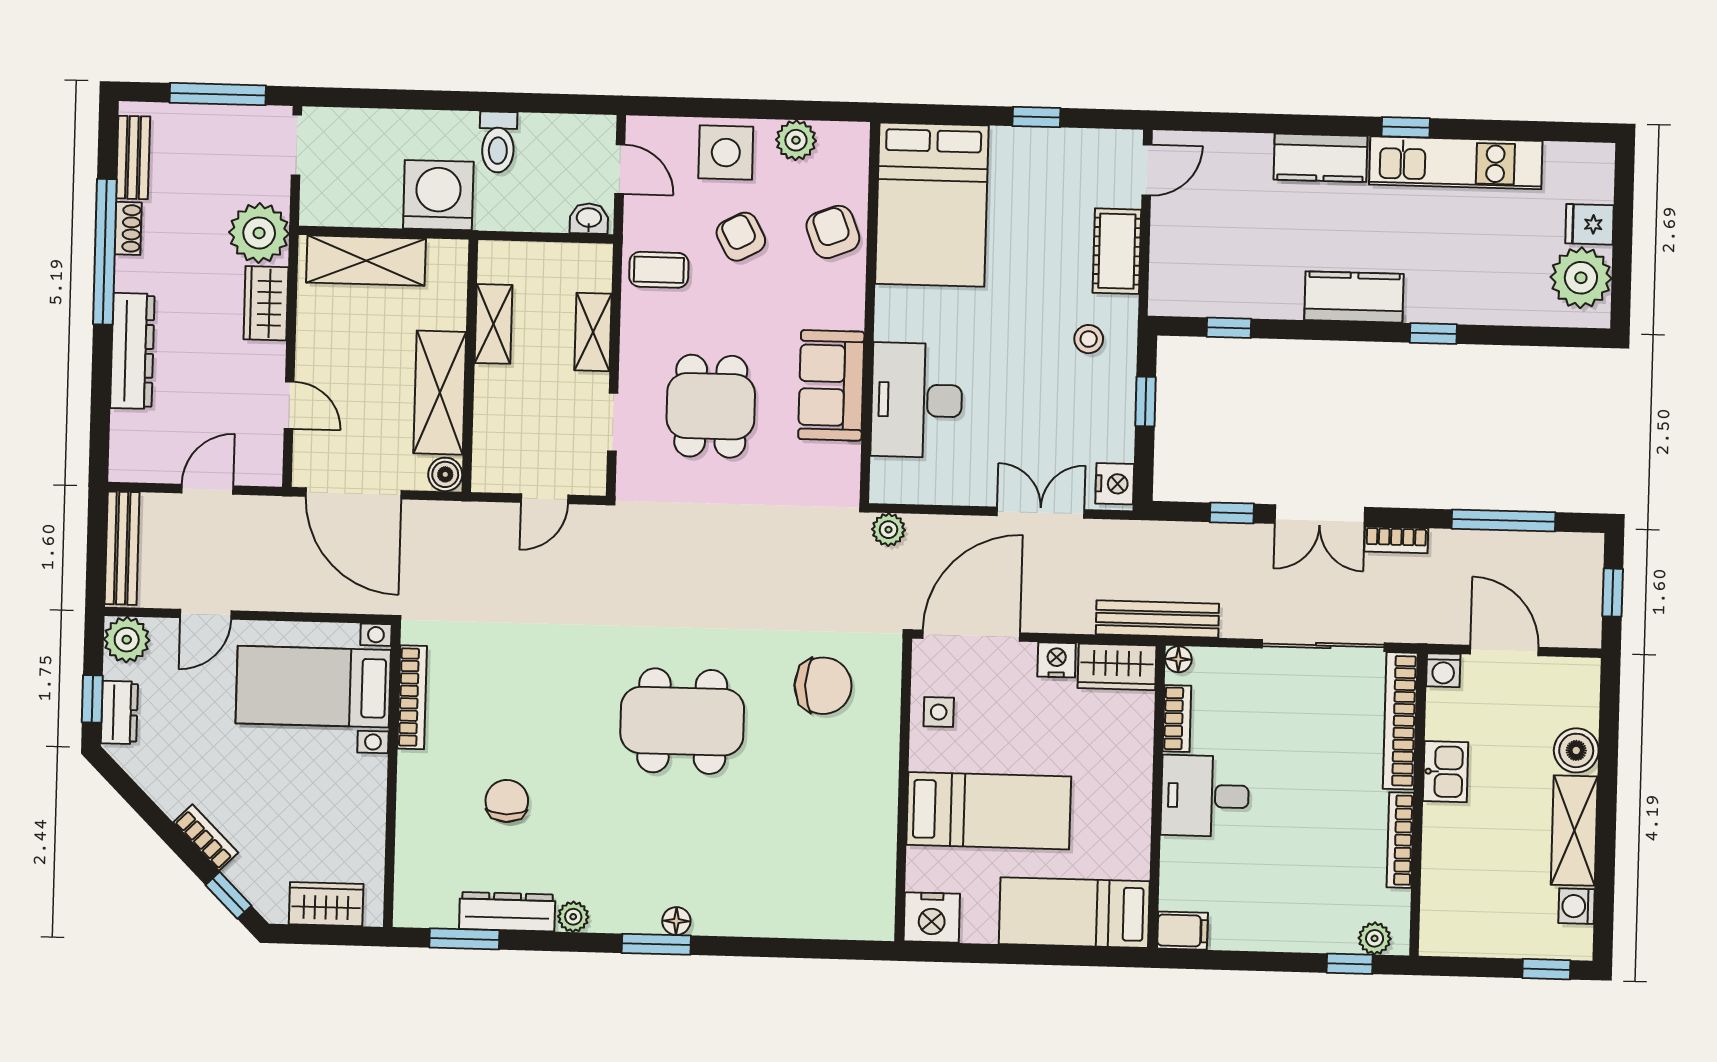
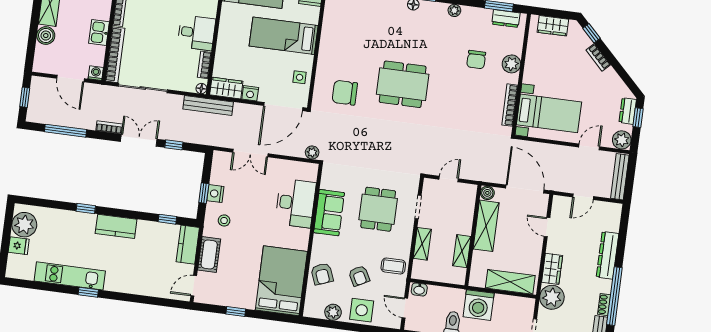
kitchen counter: (1320, 158) -> (188, 245), moved, turned -90
nightstand: (1115, 484) -> (215, 194), moved
plant: (419, 799) -> (511, 64), added
dresser: (507, 912) -> (506, 19), moved, width x0.70

